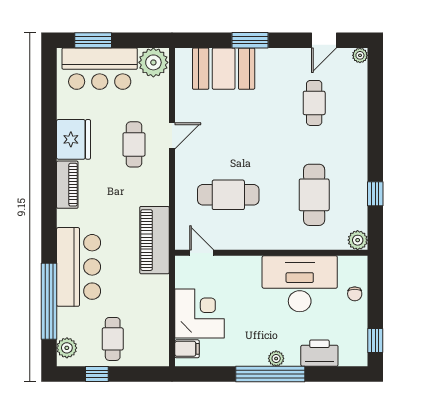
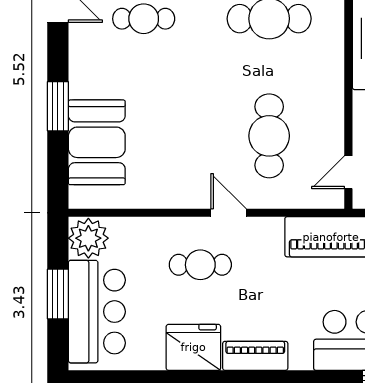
window: (93, 40) -> (58, 294), moved
door: (172, 136) -> (229, 213), moved

